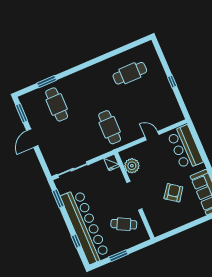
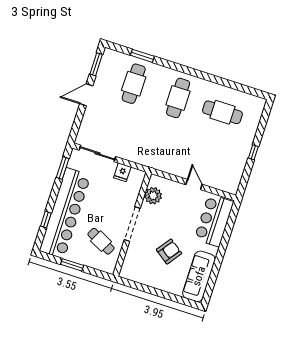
cafe table: (110, 127) -> (178, 98), moved
fridge: (112, 162) -> (122, 172), moved

